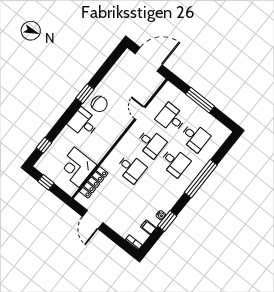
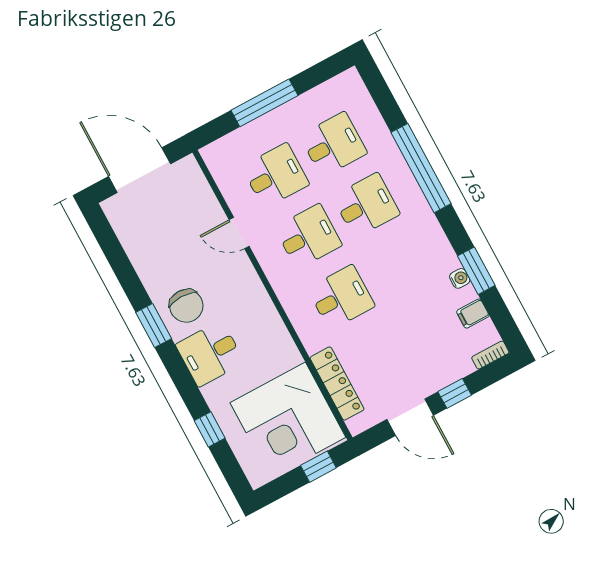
door: (149, 59) -> (140, 170), hinge flipped
chair: (99, 104) -> (186, 306), turned 90
desk: (171, 118) -> (275, 176), turned 180
window: (44, 145) -> (210, 429), moved
corner desk: (77, 167) -> (288, 420), width x1.36, depth x1.36
window: (46, 182) -> (318, 467), moved
window: (111, 234) -> (455, 393), added

